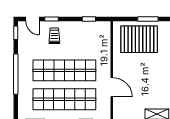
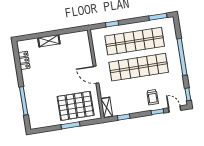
shelving: (106, 32) -> (107, 108), added
door: (112, 87) -> (96, 75), moved

